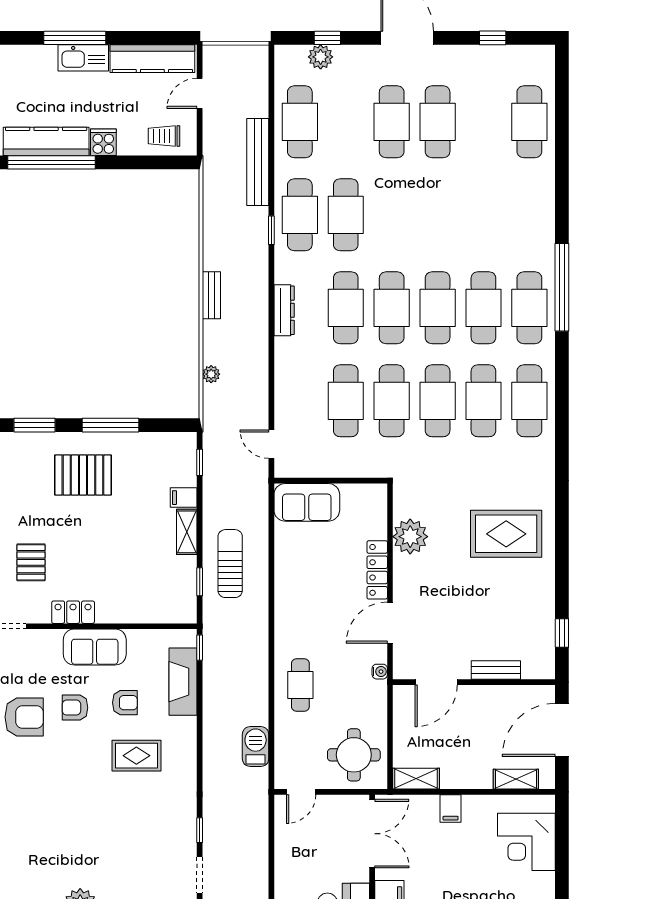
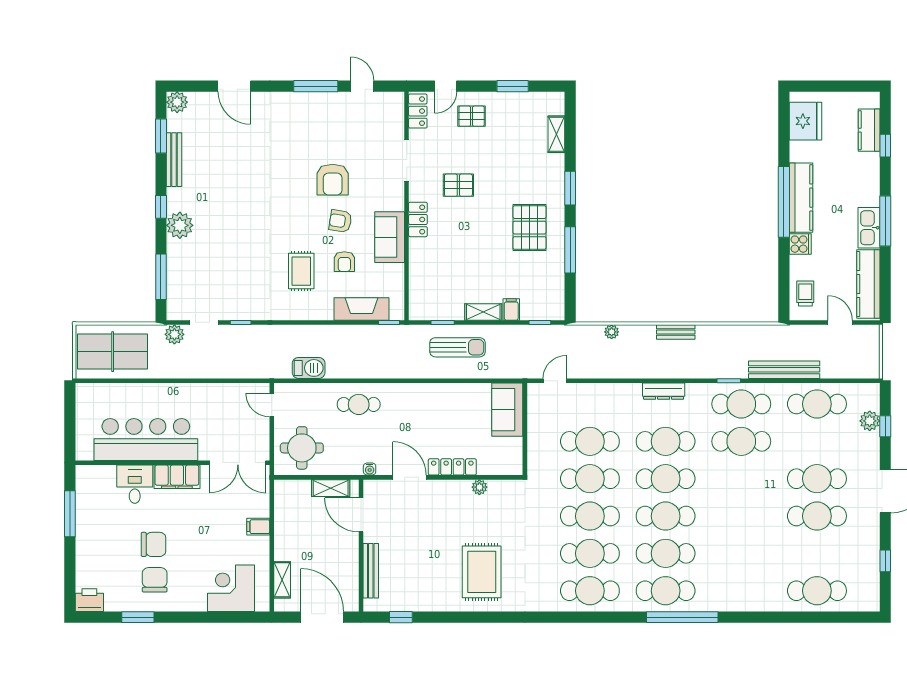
plant: (410, 537) -> (479, 487), width x0.53, depth x0.53
bench: (496, 670) -> (371, 571), width x1.36
armchair: (75, 708) -> (340, 221), turned -81
shelving: (416, 779) -> (331, 488), moved, turned 90

